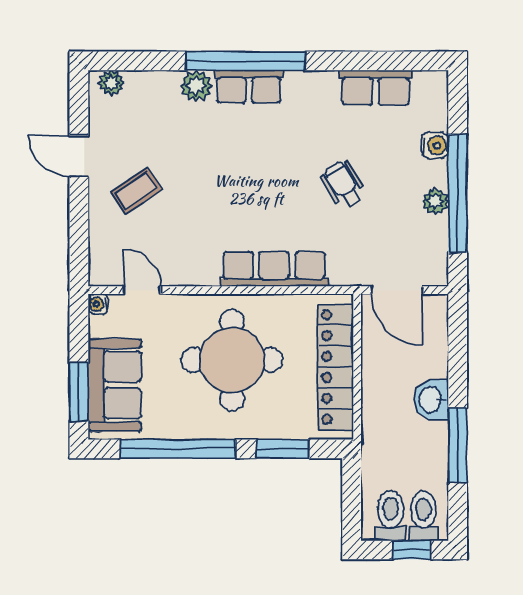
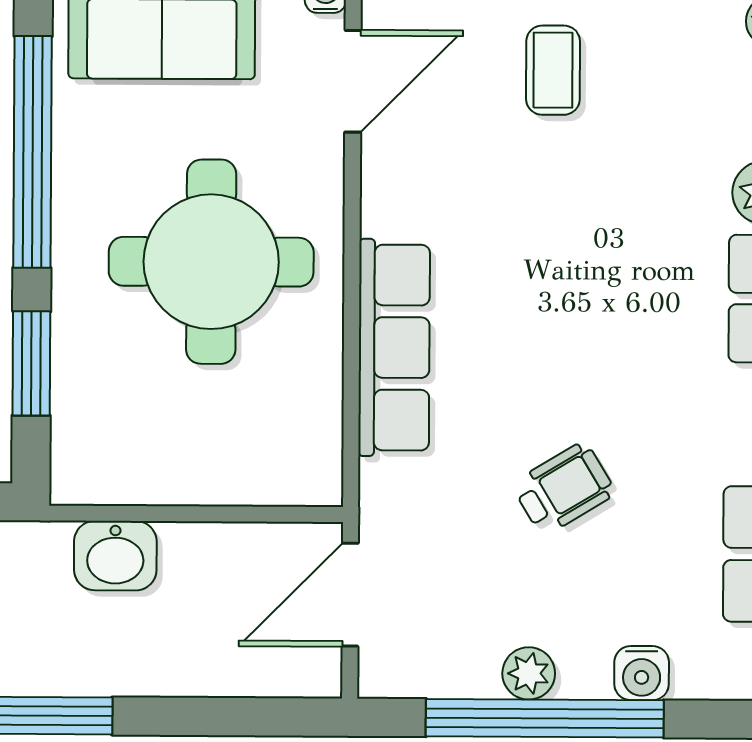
coffee table: (136, 191) -> (553, 70), turned 34
door: (142, 290) -> (353, 81), width x1.38
locker: (336, 367) -> (196, 471), removed
washbasin: (431, 400) -> (115, 556), moved, turned 180

